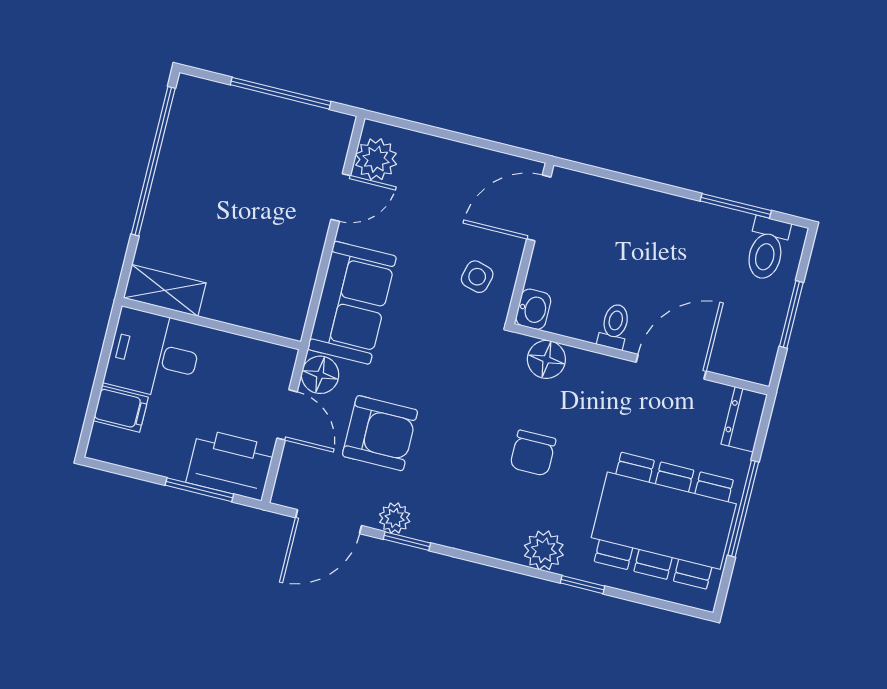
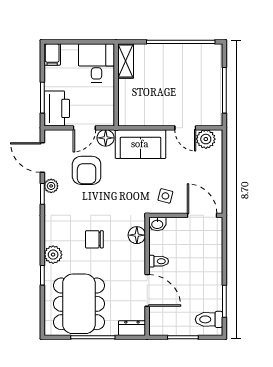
filing cabinet: (121, 409) -> (52, 55), moved

